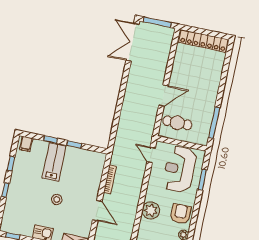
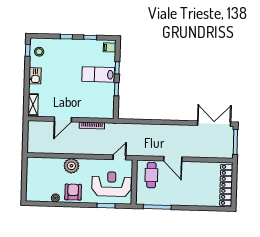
lab bench: (54, 162) -> (98, 74), turned 180
stool: (57, 199) -> (39, 52), moved
armchair: (181, 214) -> (73, 192), turned -90

